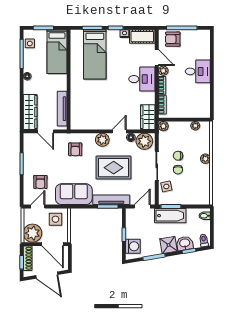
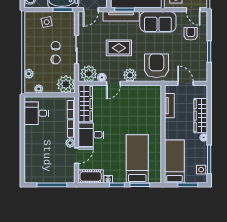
armchair: (173, 39) -> (61, 174), removed
door: (157, 58) -> (76, 156), swing flipped
desk: (198, 71) -> (36, 113), moved
tv unit: (62, 109) -> (169, 106), width x0.71
wardrobe: (30, 112) -> (201, 116), moved
wardrobe: (148, 117) -> (85, 104), width x1.50
plant: (163, 126) -> (66, 84), width x1.88, depth x1.88
armchair: (75, 149) -> (157, 66), width x1.88, depth x1.88
plant: (205, 159) -> (29, 74), moved
rug: (114, 168) -> (119, 48), width x0.73, depth x0.70
side table: (166, 186) -> (47, 22), moved
door: (38, 206) -> (193, 10), hinge flipped

